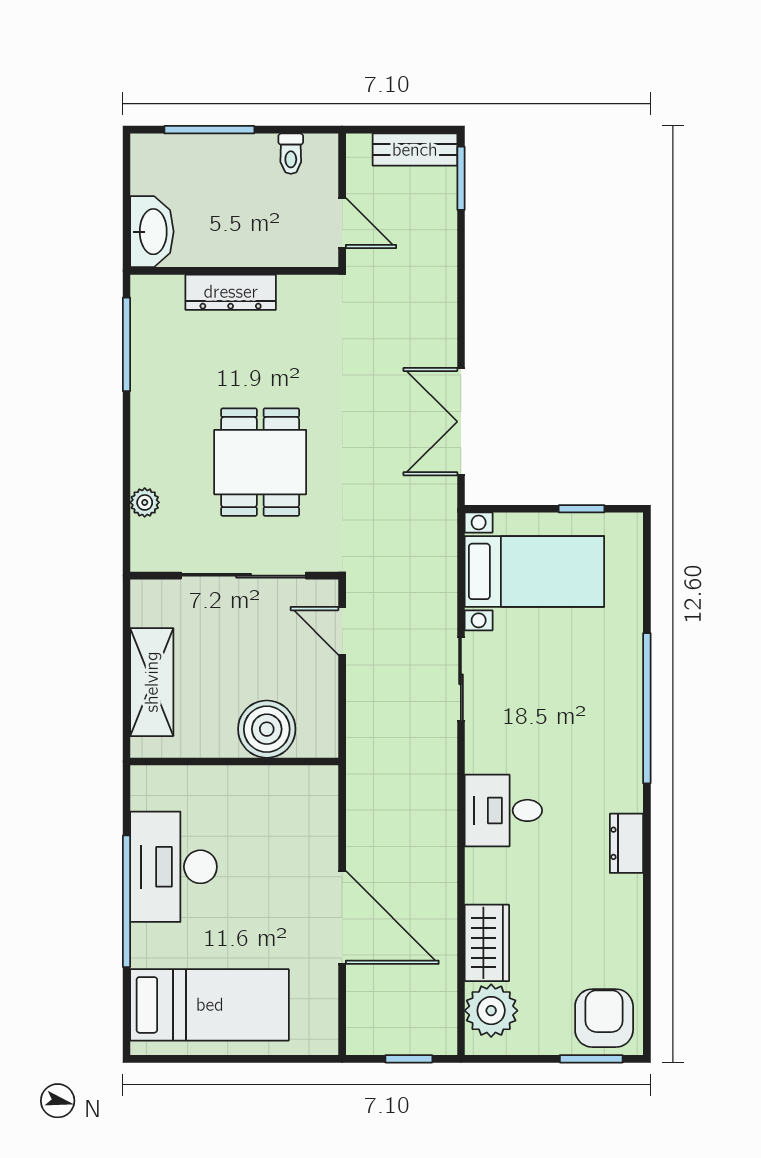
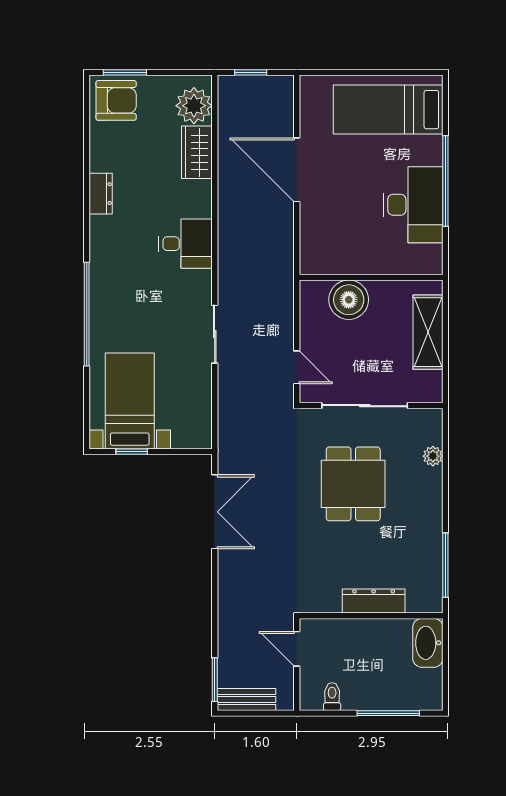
bed with nightstands: (534, 571) -> (130, 401), moved, turned 90
dresser: (626, 843) -> (101, 194), moved
armchair: (604, 1018) -> (116, 100), turned -90

